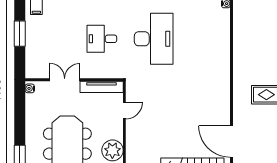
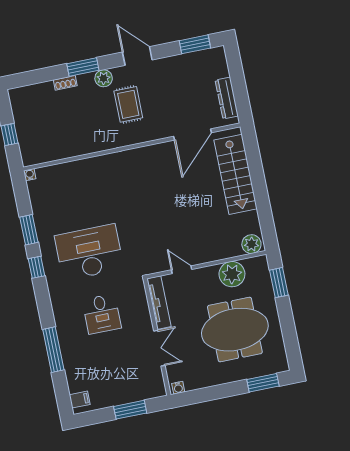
window: (20, 34) -> (130, 410), moved
double door: (65, 80) -> (159, 348), swing flipped

